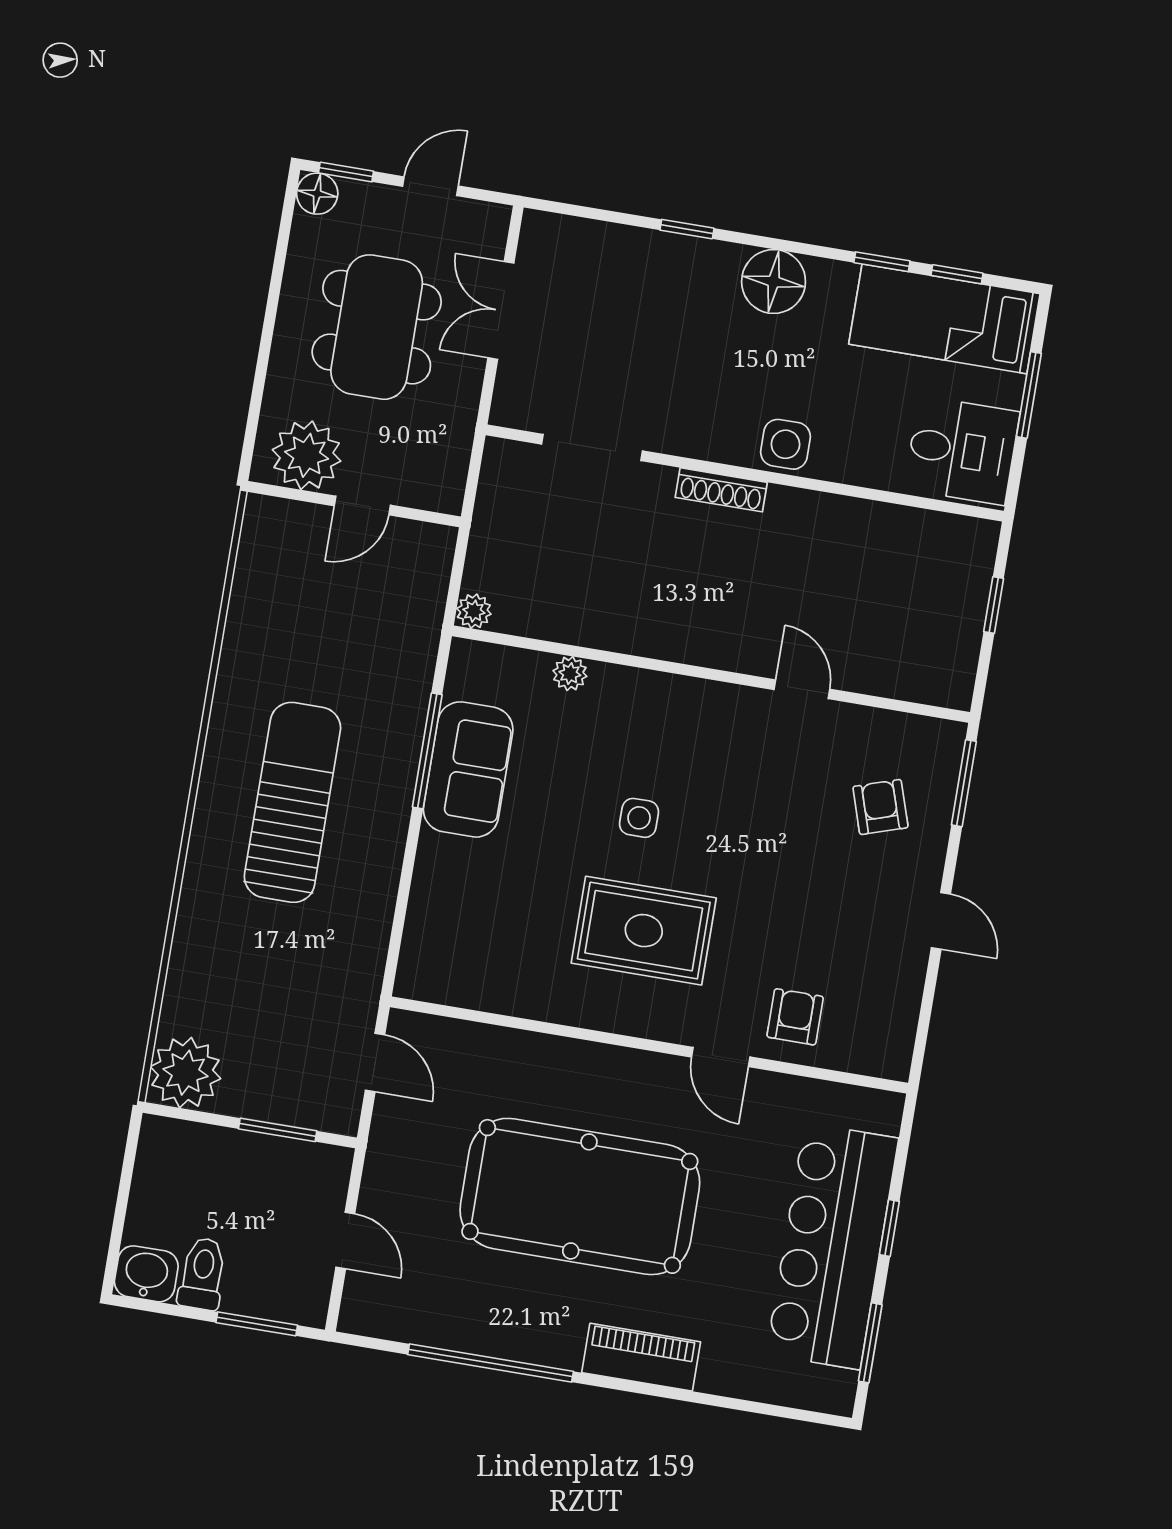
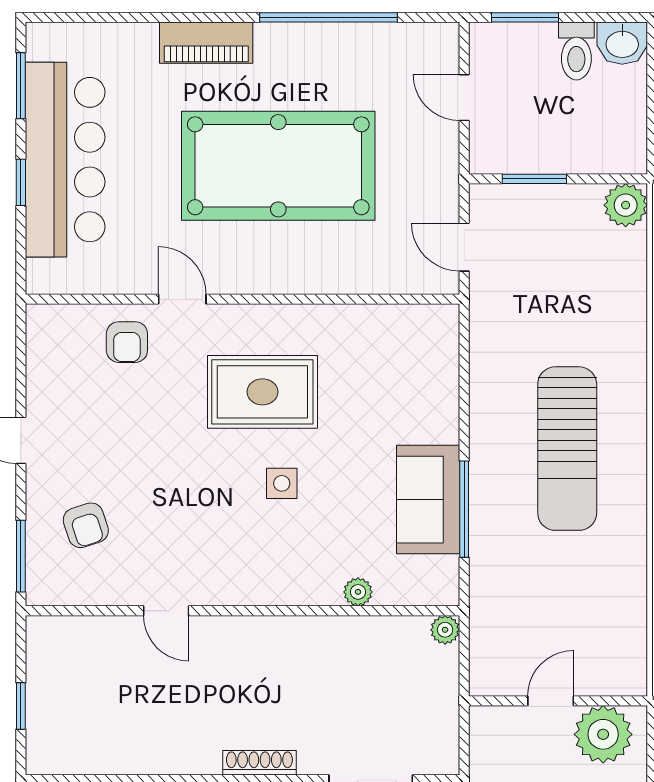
plant: (185, 1073) -> (626, 205), width x0.73, depth x0.73

